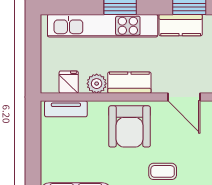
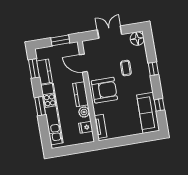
door: (184, 97) -> (83, 63), swing flipped

